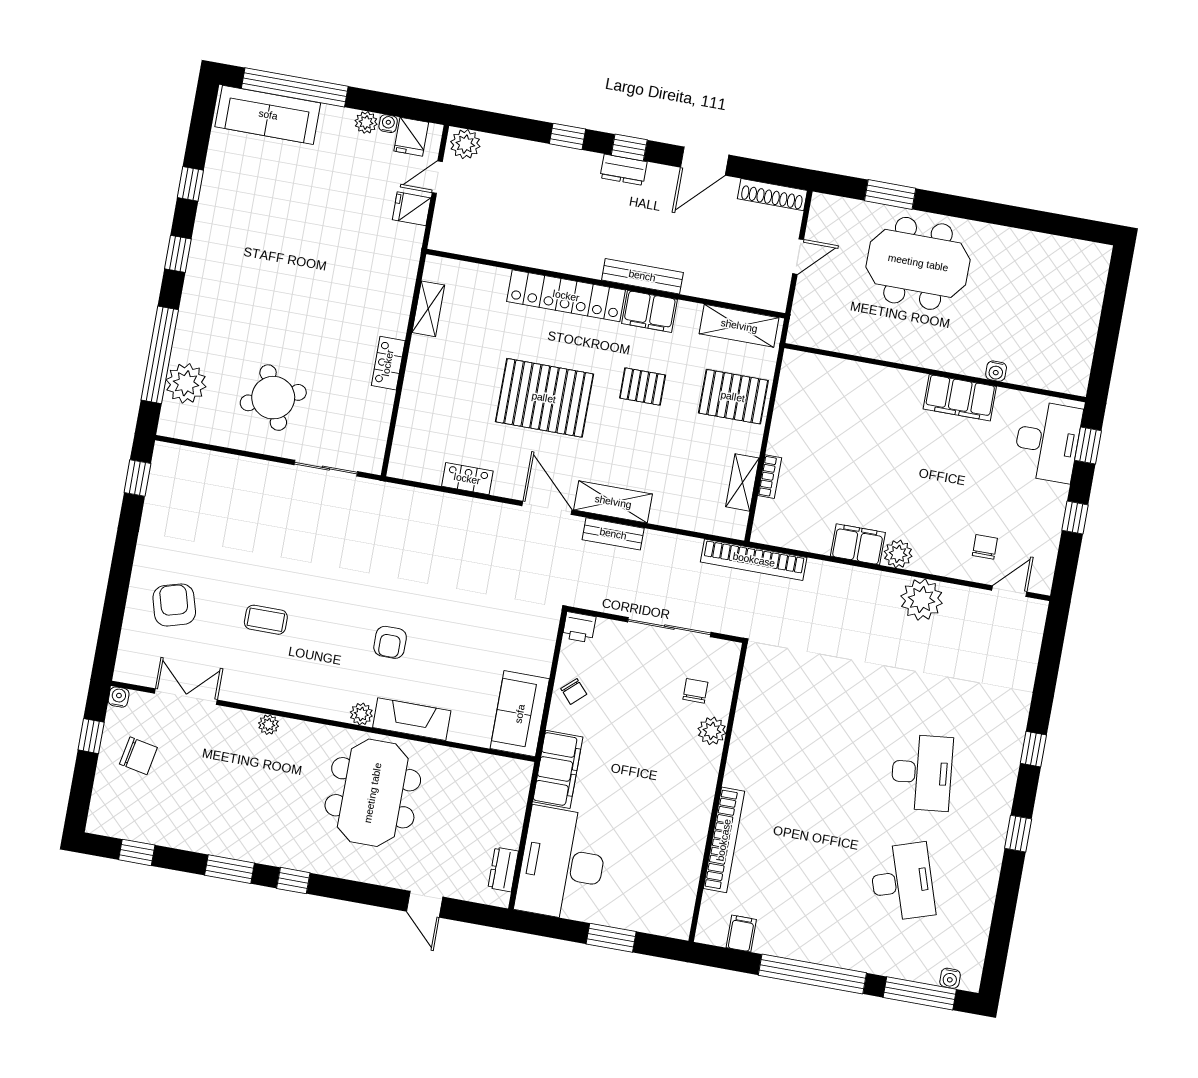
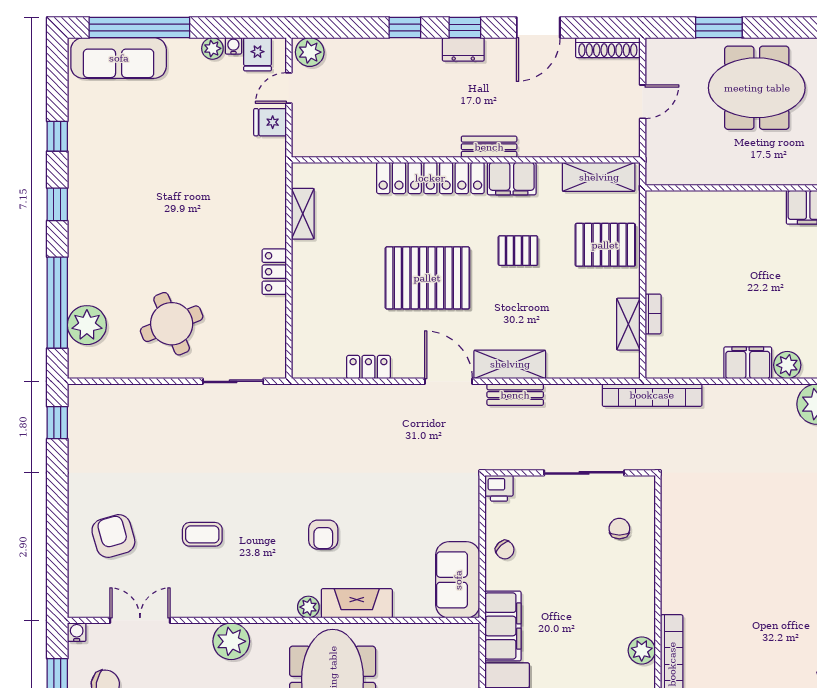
bench: (642, 276) -> (489, 147), width x0.73
plant: (269, 725) -> (231, 641), width x1.88, depth x1.88
plant: (712, 731) -> (642, 651), moved

